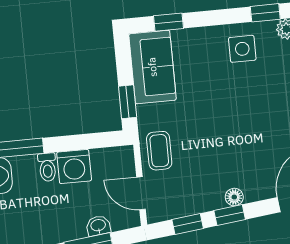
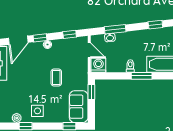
coffee table: (159, 151) -> (56, 77), moved
washing machine: (74, 166) -> (98, 65), moved
window: (230, 215) -> (40, 38), moved

